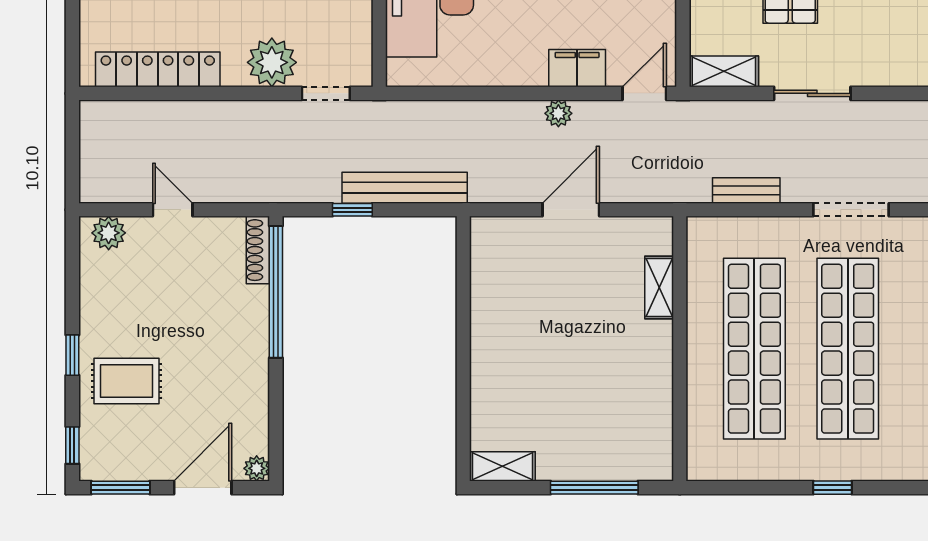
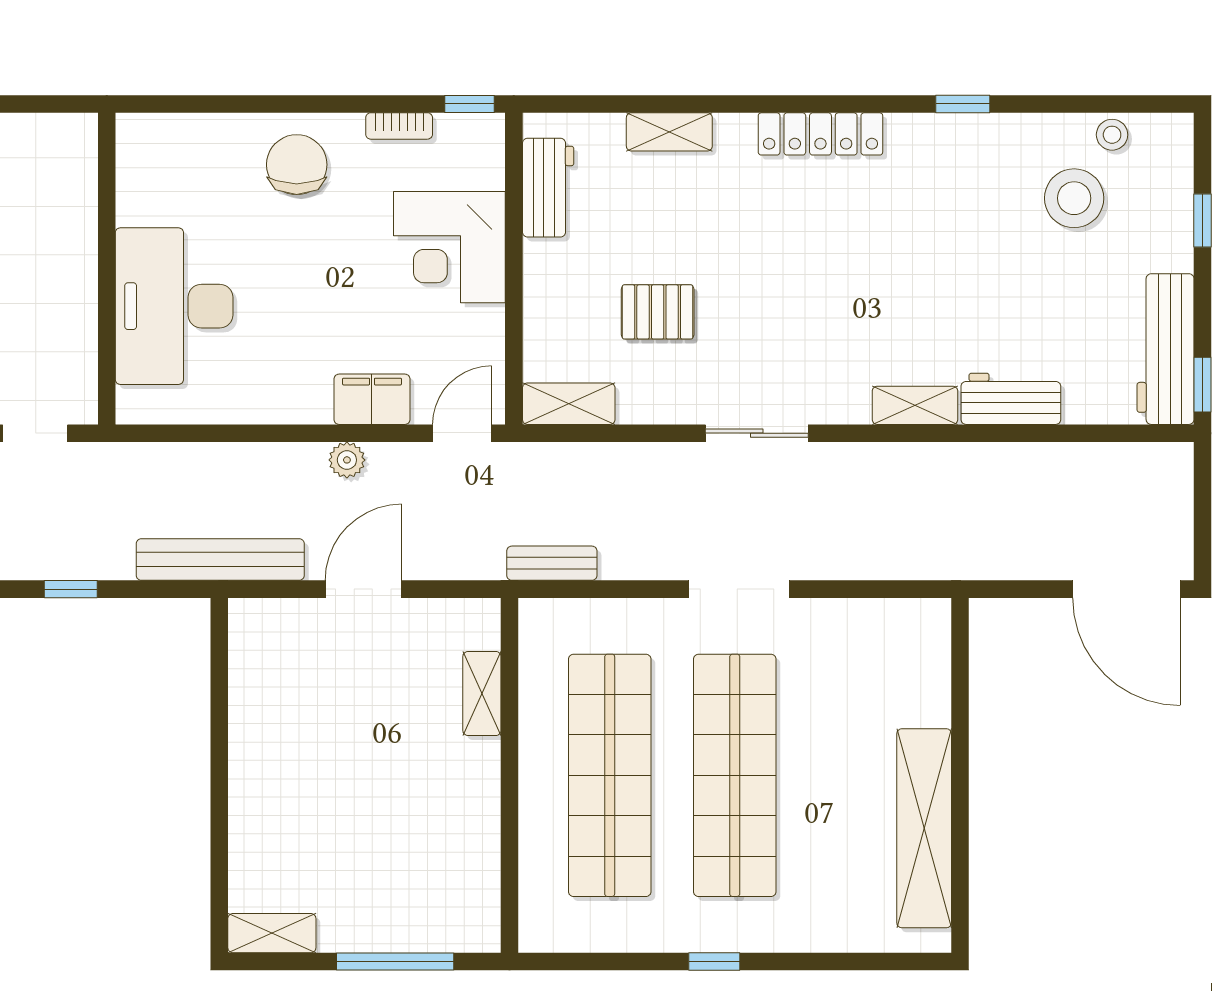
sliding door: (812, 93) -> (757, 433), moved
bench: (405, 188) -> (220, 560), moved
bench: (746, 190) -> (552, 563), moved

